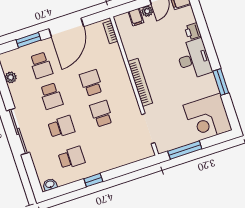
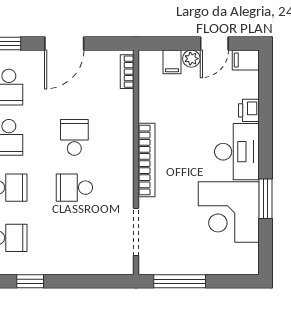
door: (66, 28) -> (64, 44), width x0.73
school desk: (101, 114) -> (74, 188), turned -90
corner desk: (208, 118) -> (229, 212), moved

